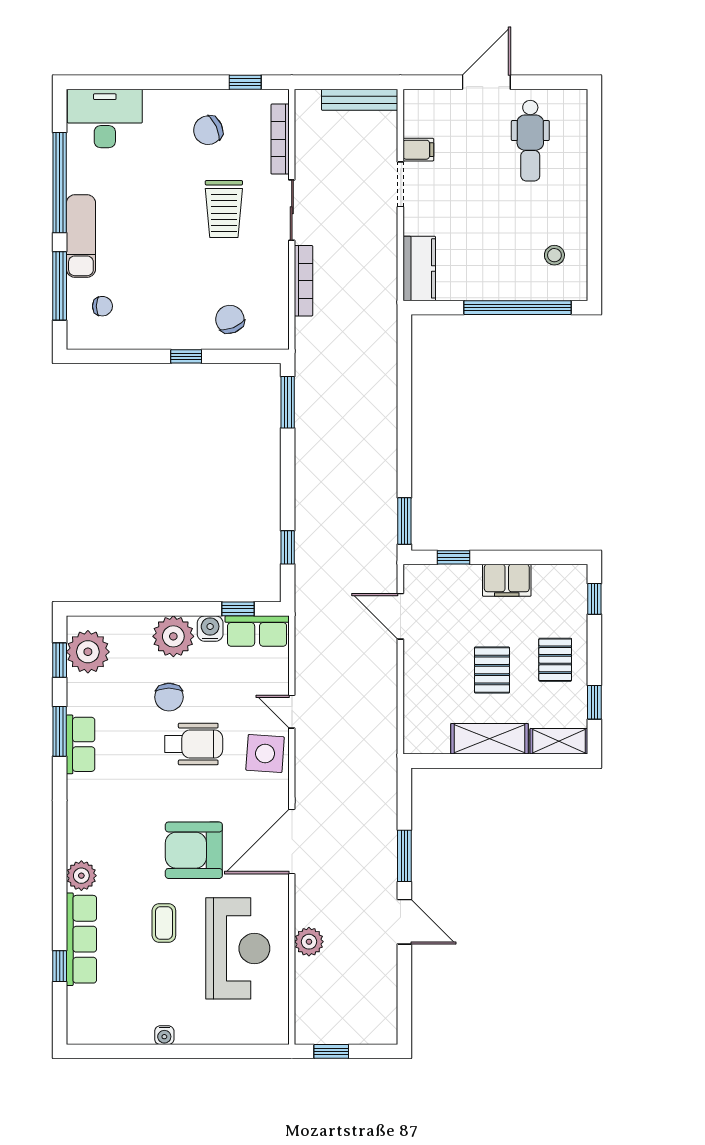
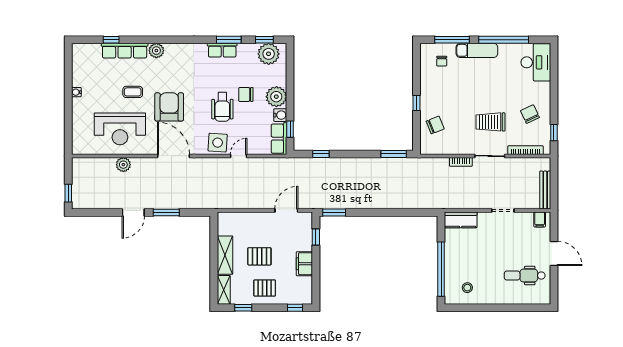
filing cabinet: (418, 150) -> (540, 219), moved
bookcase: (304, 281) -> (461, 162), width x0.64
window: (331, 1051) -> (68, 193), moved

